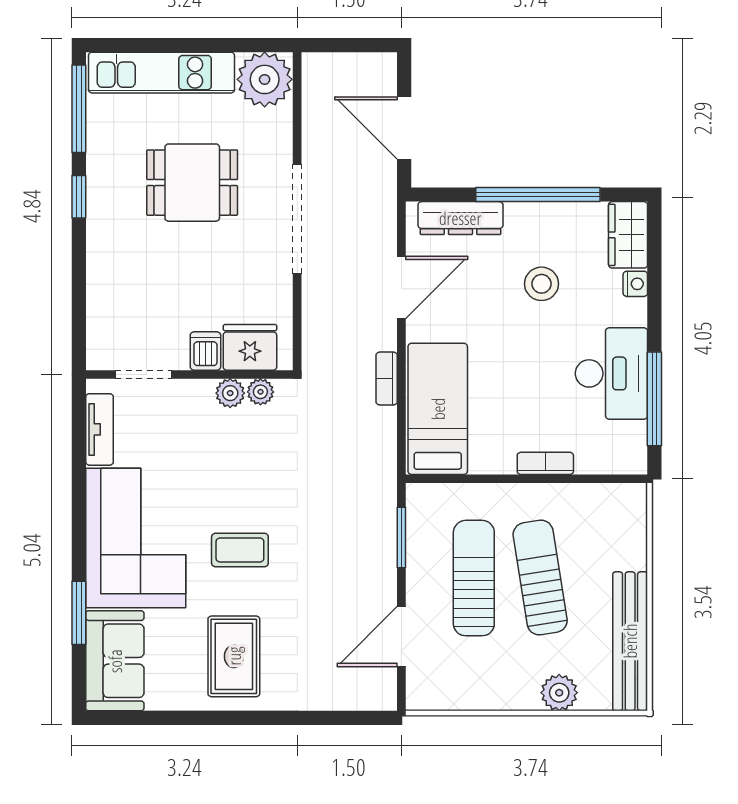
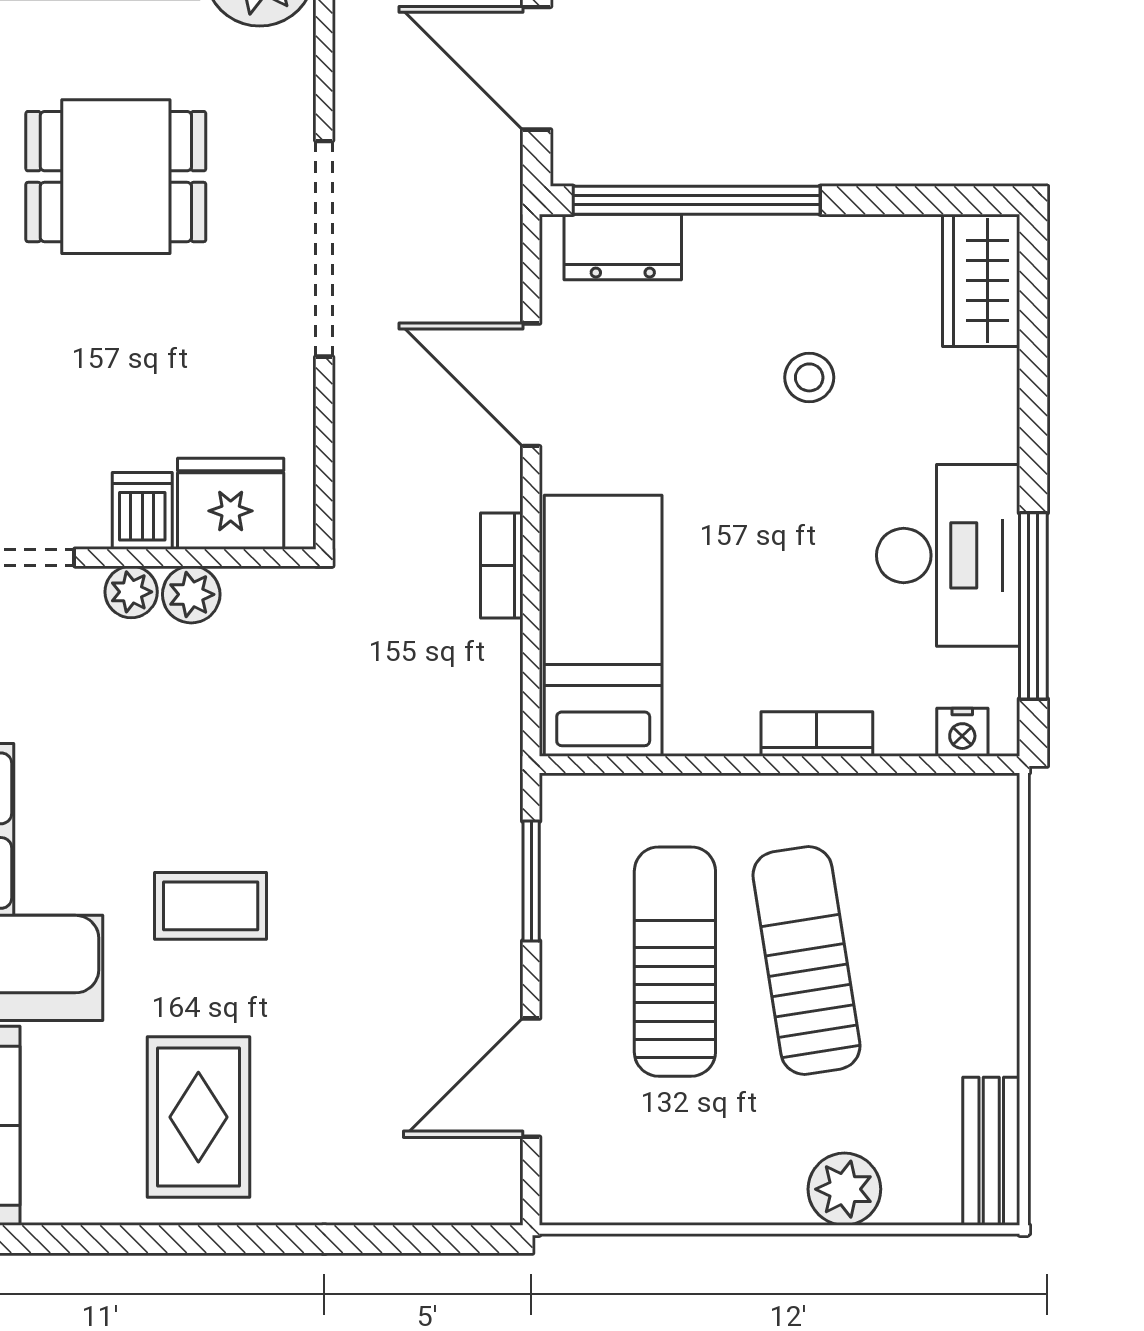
window: (538, 195) -> (697, 200), moved
dresser: (460, 218) -> (623, 247), width x0.70
stool: (541, 284) -> (809, 377), width x0.73, depth x0.73
nightstand: (635, 284) -> (962, 732), moved, turned 90
door: (401, 288) -> (531, 385), swing flipped
plant: (260, 392) -> (131, 592), moved
bench: (630, 641) -> (991, 1151), width x0.54, depth x0.82

